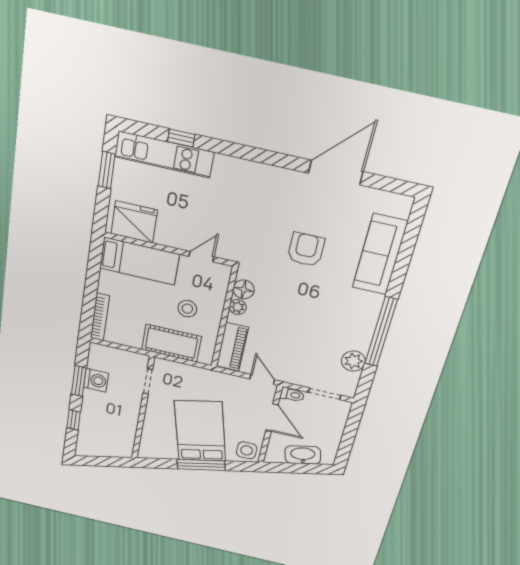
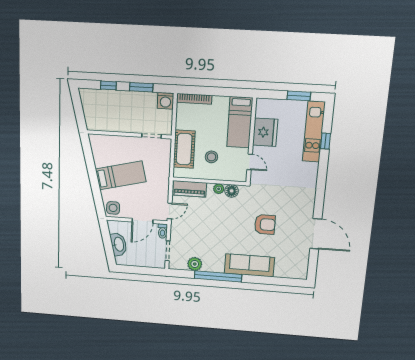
fridge: (134, 222) -> (265, 132), moved
sofa: (380, 255) -> (249, 265), moved
washing machine: (96, 380) -> (166, 101), moved
bed: (200, 431) -> (121, 175), width x0.67
window: (201, 465) -> (94, 179), removed

